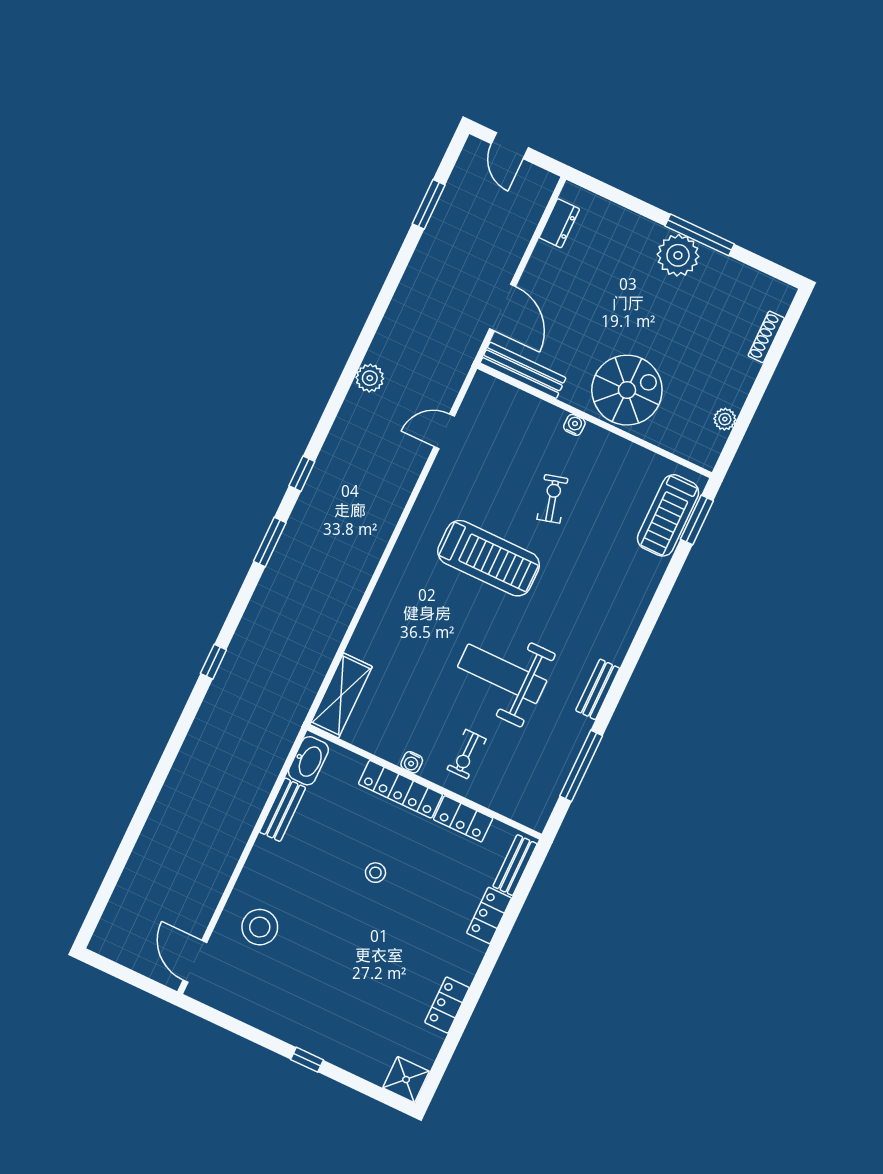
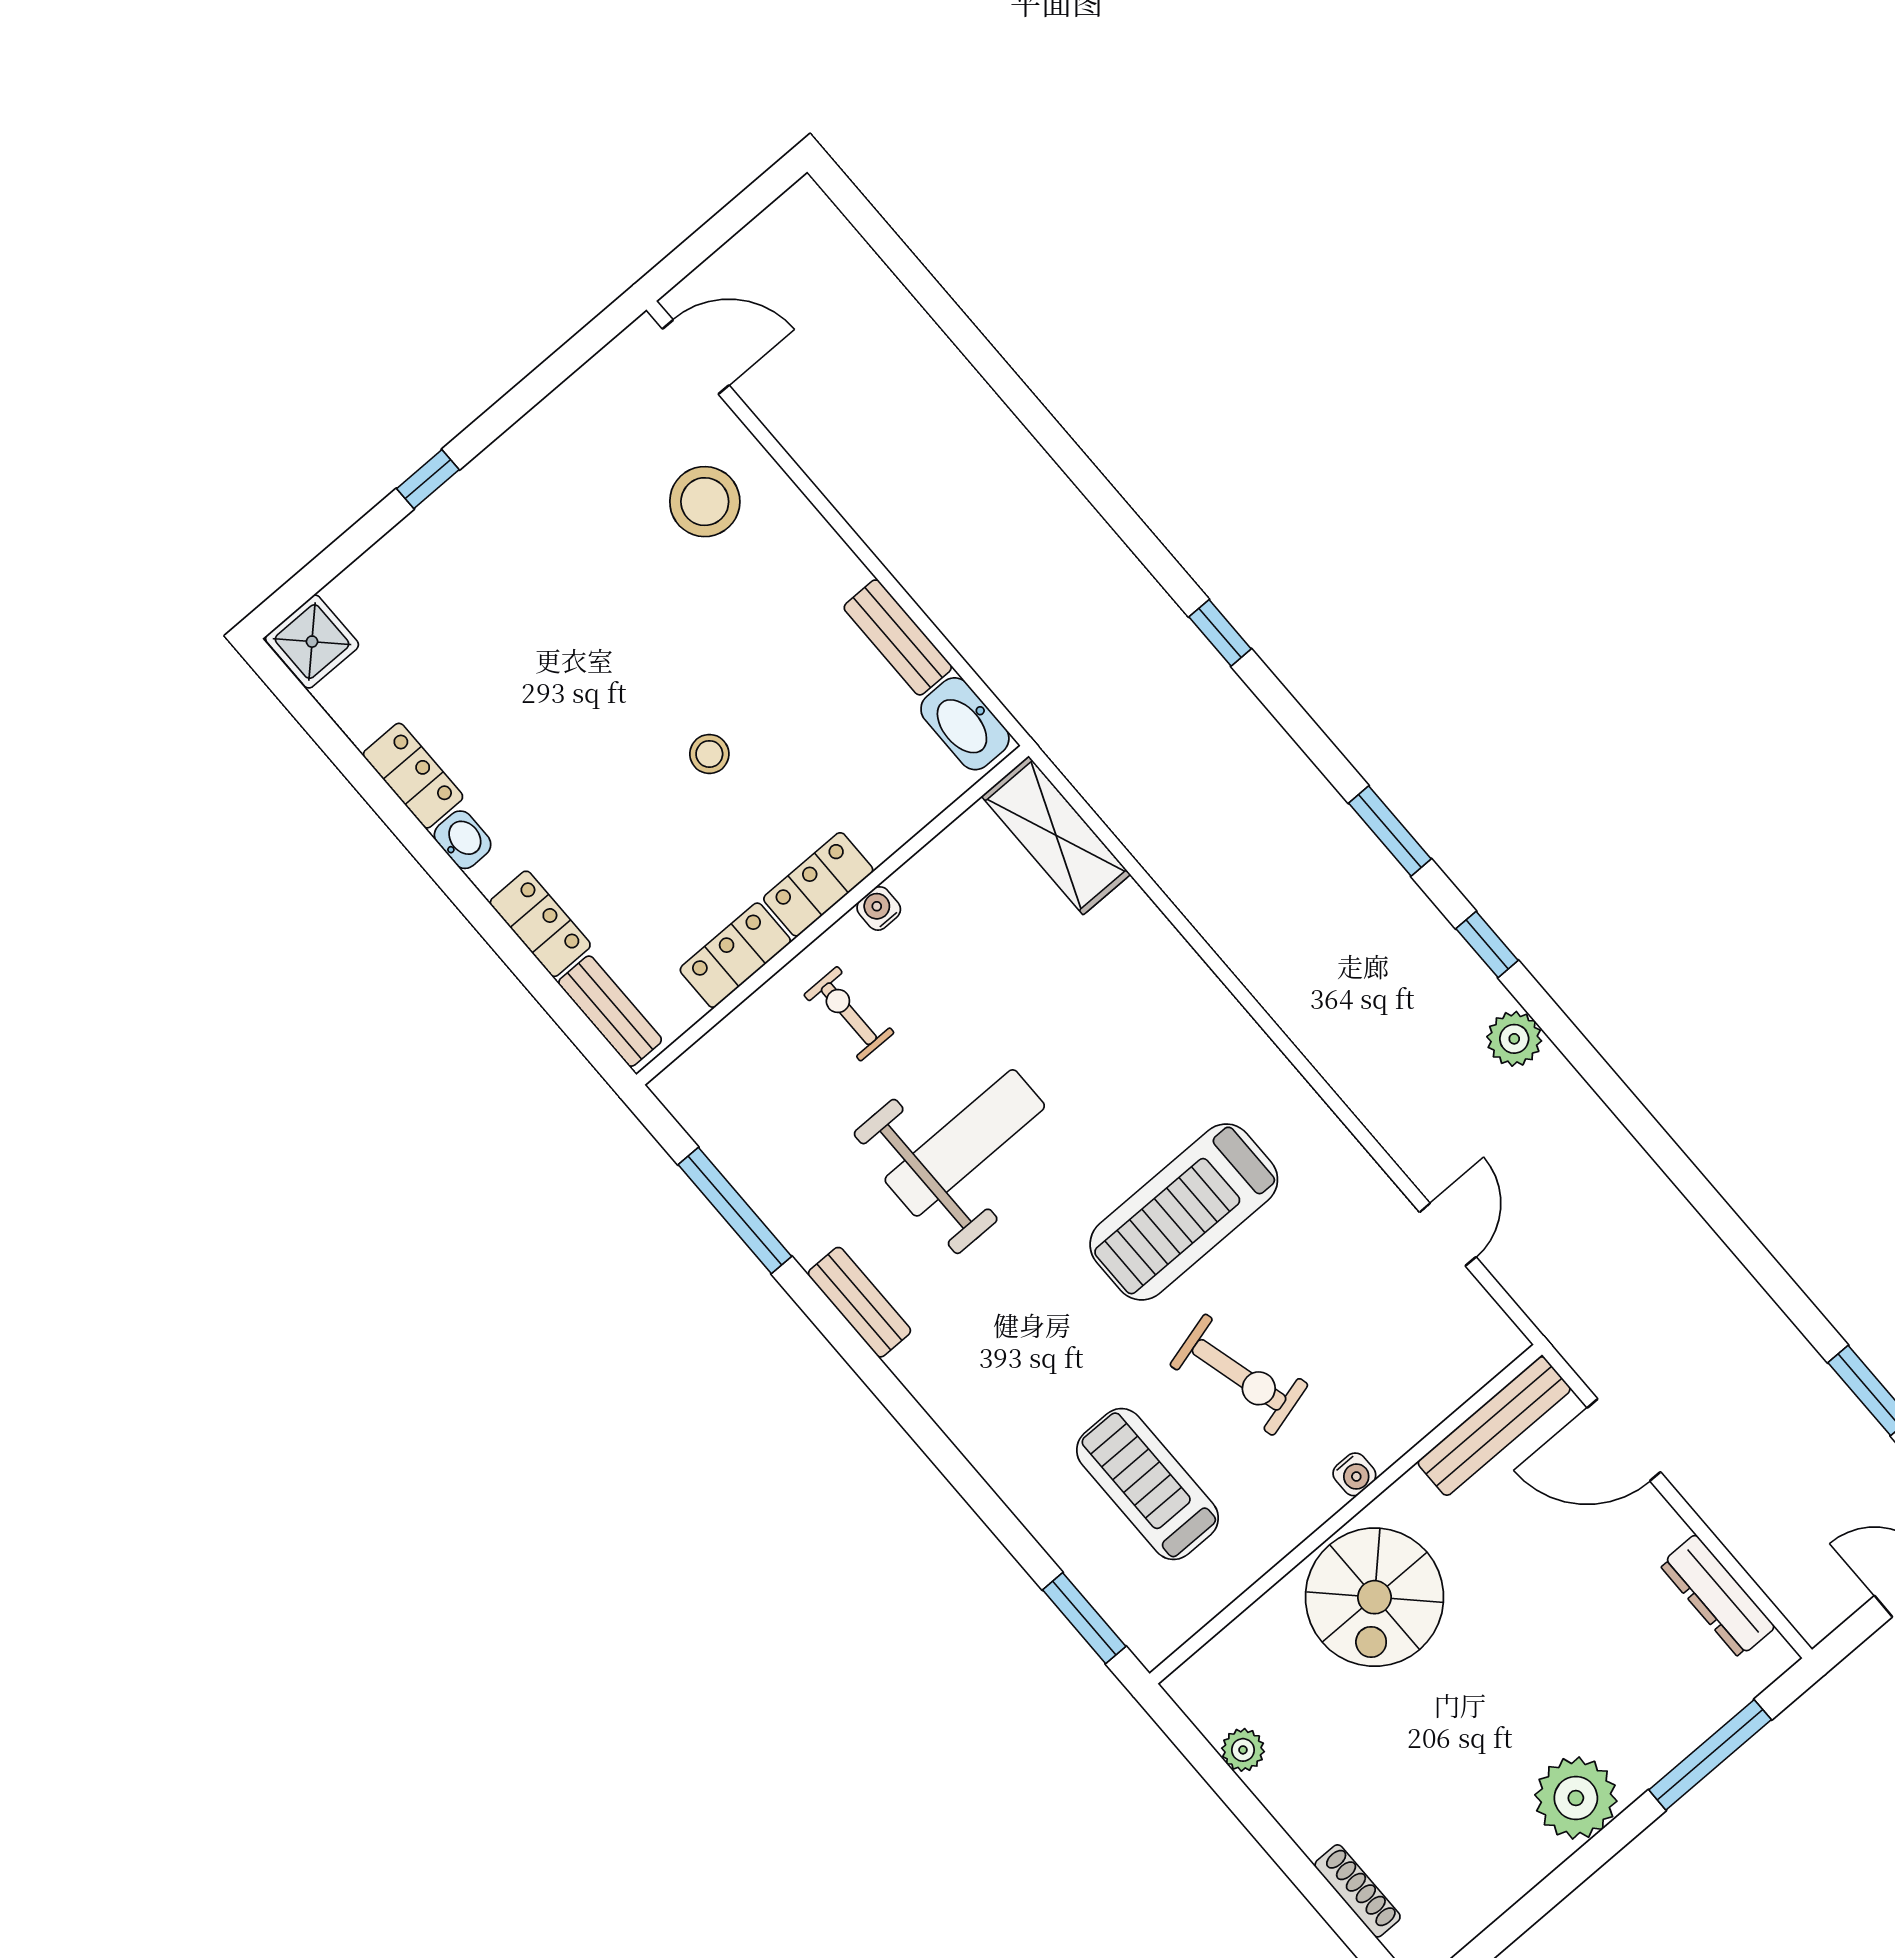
dresser: (559, 223) -> (1717, 1596), width x1.44
window: (700, 235) -> (1710, 1755), moved
plant: (370, 378) -> (1514, 1039), moved
exercise bike: (552, 499) -> (1239, 1375), width x1.38, depth x1.39
treadmill: (668, 515) -> (1148, 1484), moved
locker: (400, 789) -> (818, 884), width x0.66
washbasin: (466, 969) -> (463, 840), added

